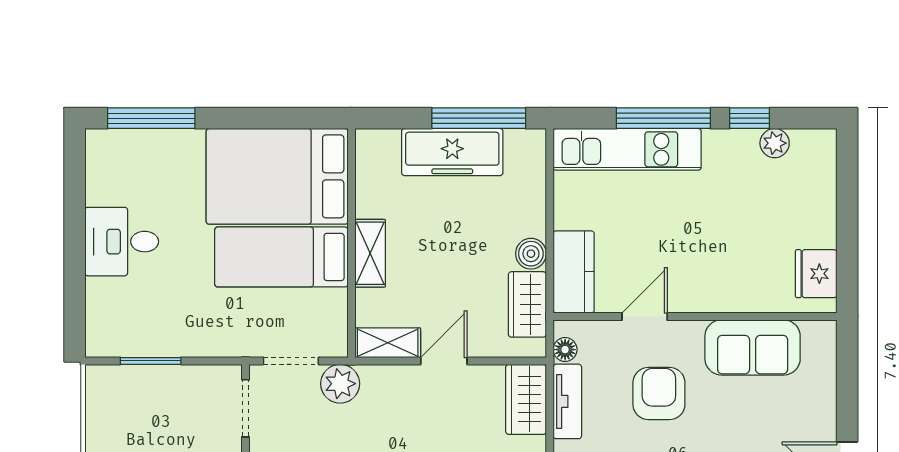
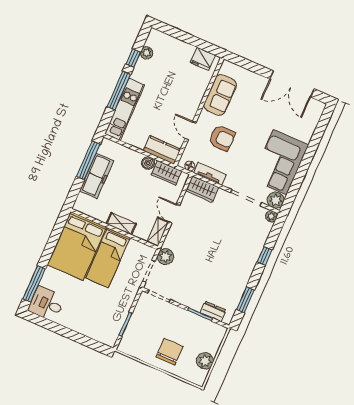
desk: (122, 242) -> (46, 304), moved, turned 90
armchair: (659, 394) -> (222, 138), turned 180

